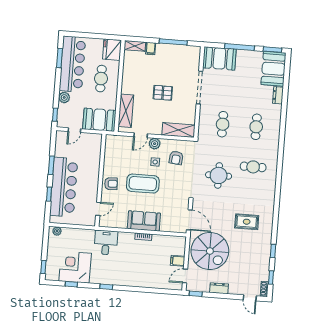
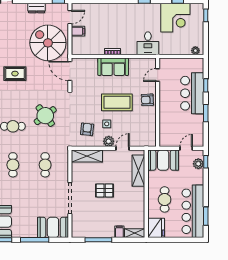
plant: (64, 97) -> (198, 164), moved
round table: (219, 175) -> (45, 116), turned -37
bar counter: (64, 187) -> (192, 93), width x0.73

